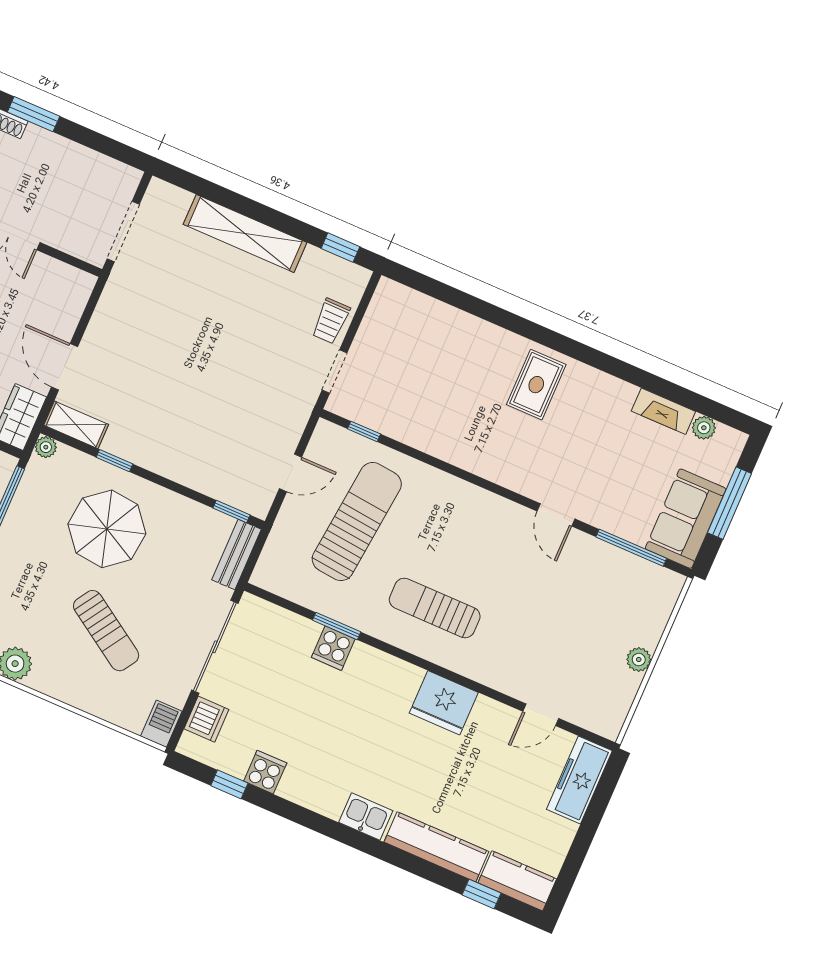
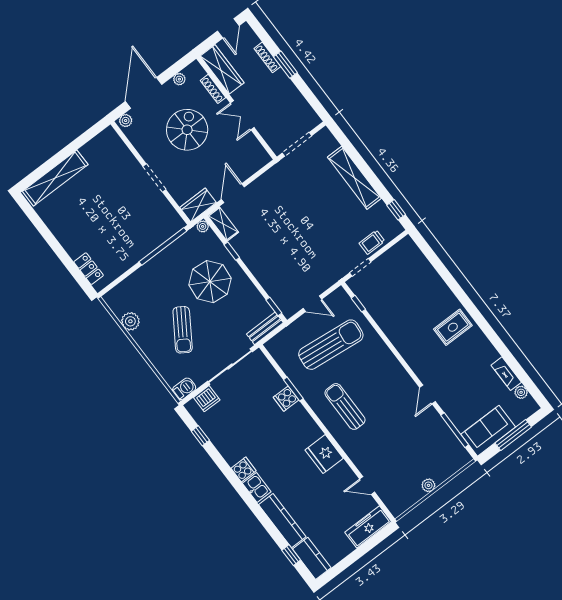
cooker: (265, 772) -> (243, 469), moved

